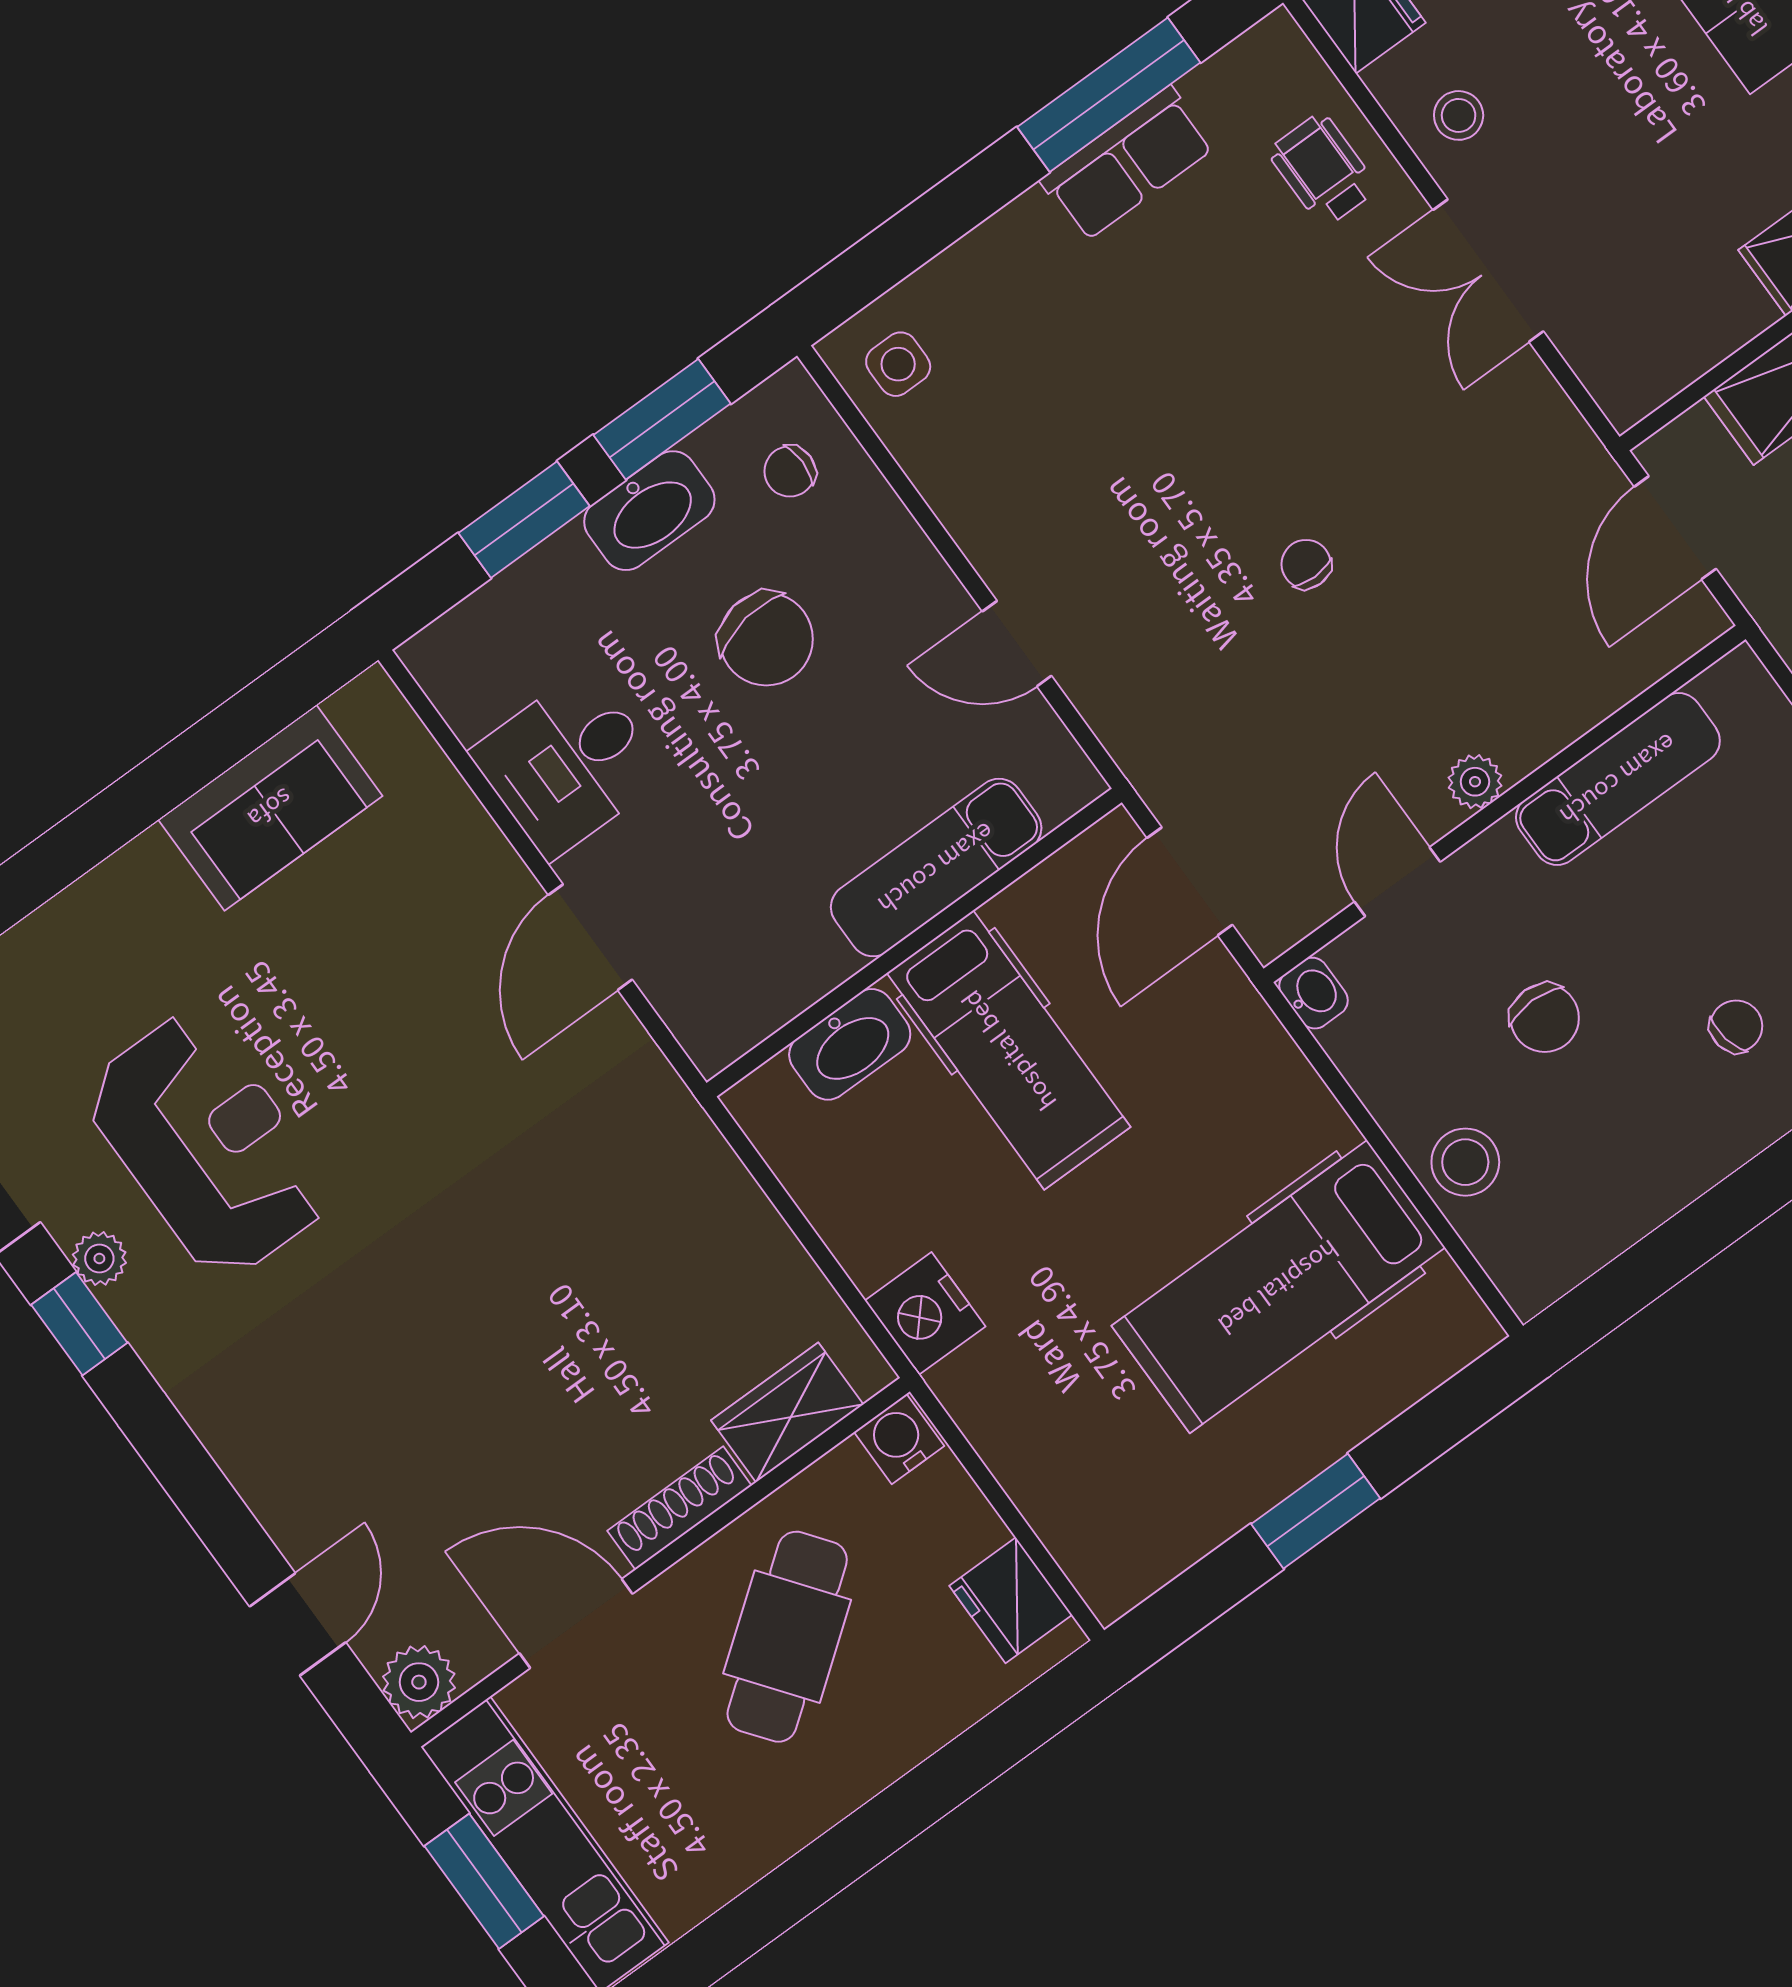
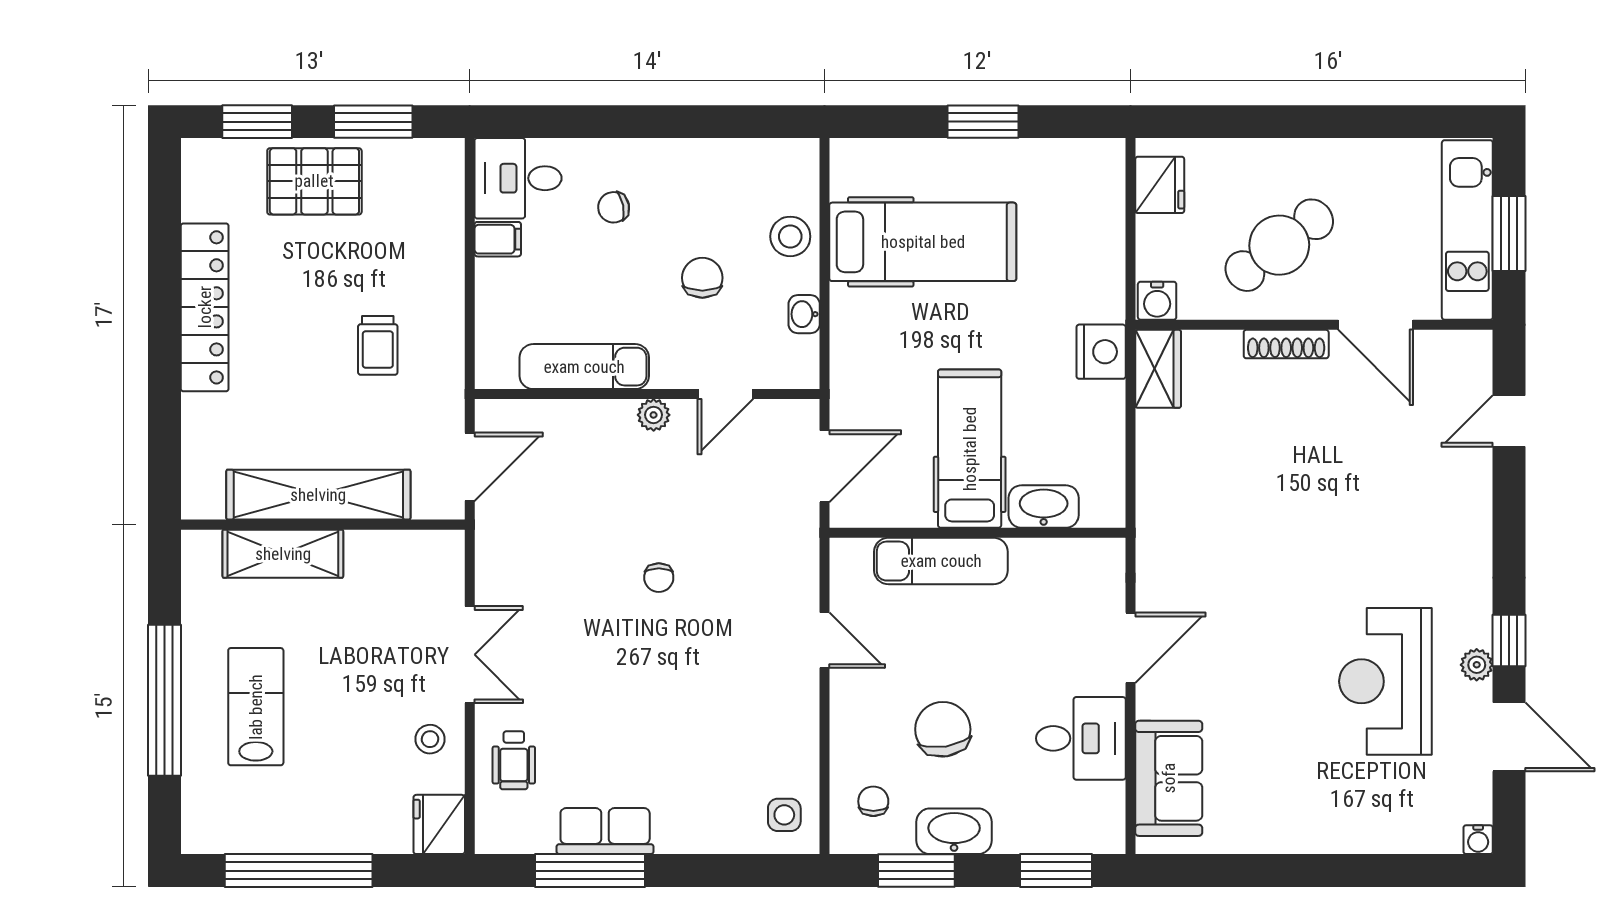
chair: (790, 471) -> (873, 801), turned -90
window: (524, 520) -> (1056, 871), moved
sofa: (270, 808) -> (1169, 778), moved, turned 90
washbasin: (1314, 993) -> (804, 314), moved
wardrobe: (787, 1412) -> (1158, 369), moved, turned -90
plant: (419, 1682) -> (1471, 351), removed

